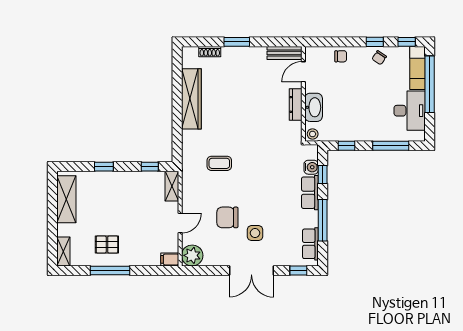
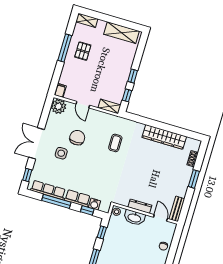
window: (104, 167) -> (133, 76), moved
row of seats: (310, 244) -> (48, 190), width x1.48

